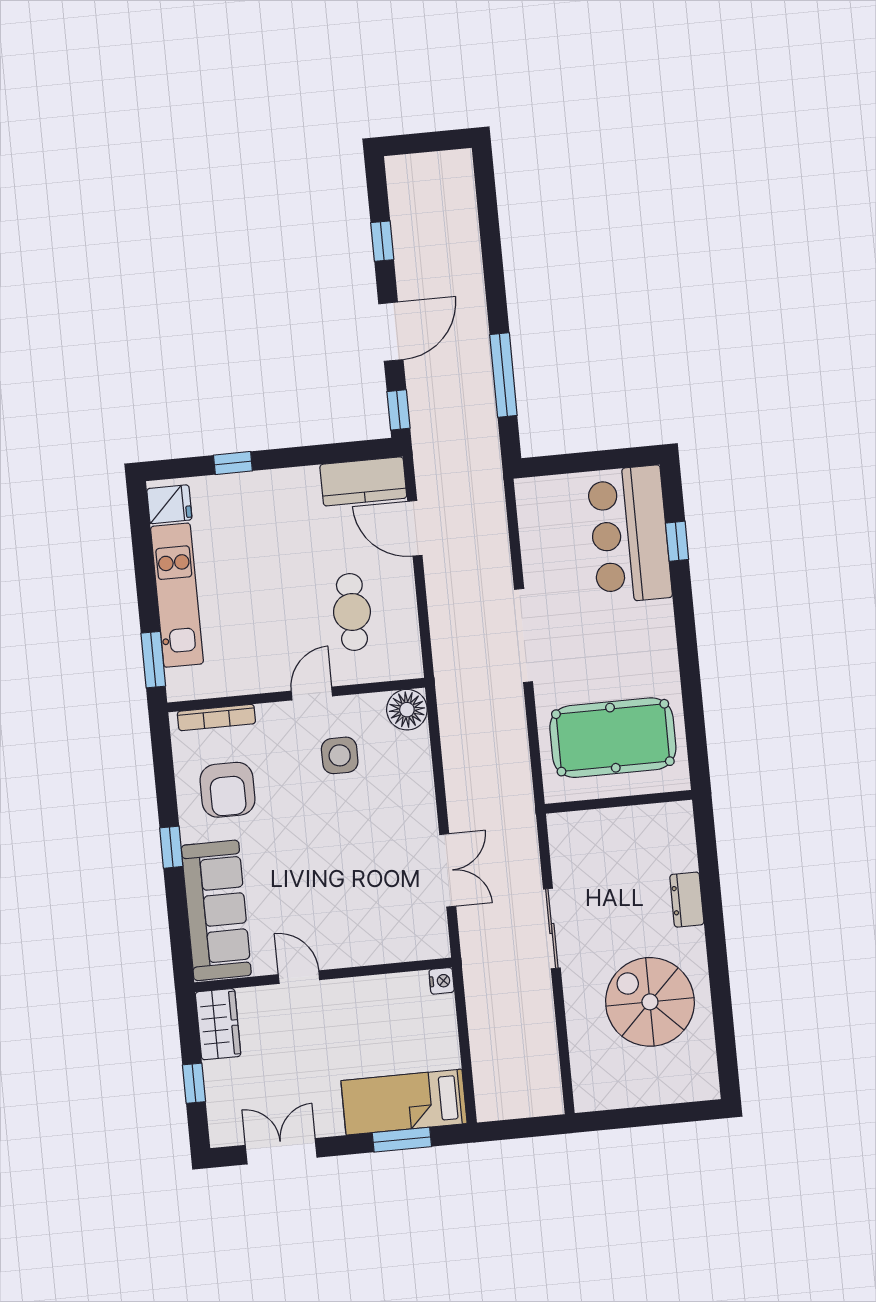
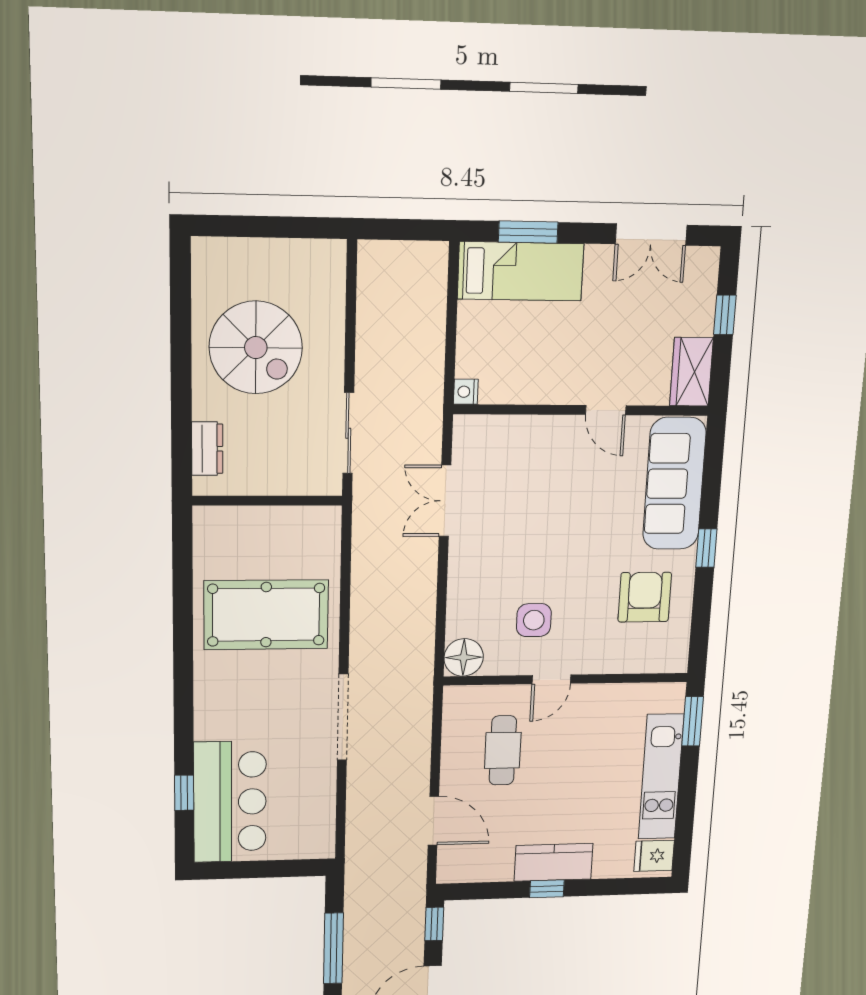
window: (233, 463) -> (547, 889), moved
kitchen counter: (363, 481) -> (554, 862), moved
bookcase: (216, 718) -> (644, 665), removed
wall: (618, 802) -> (267, 501), moved

